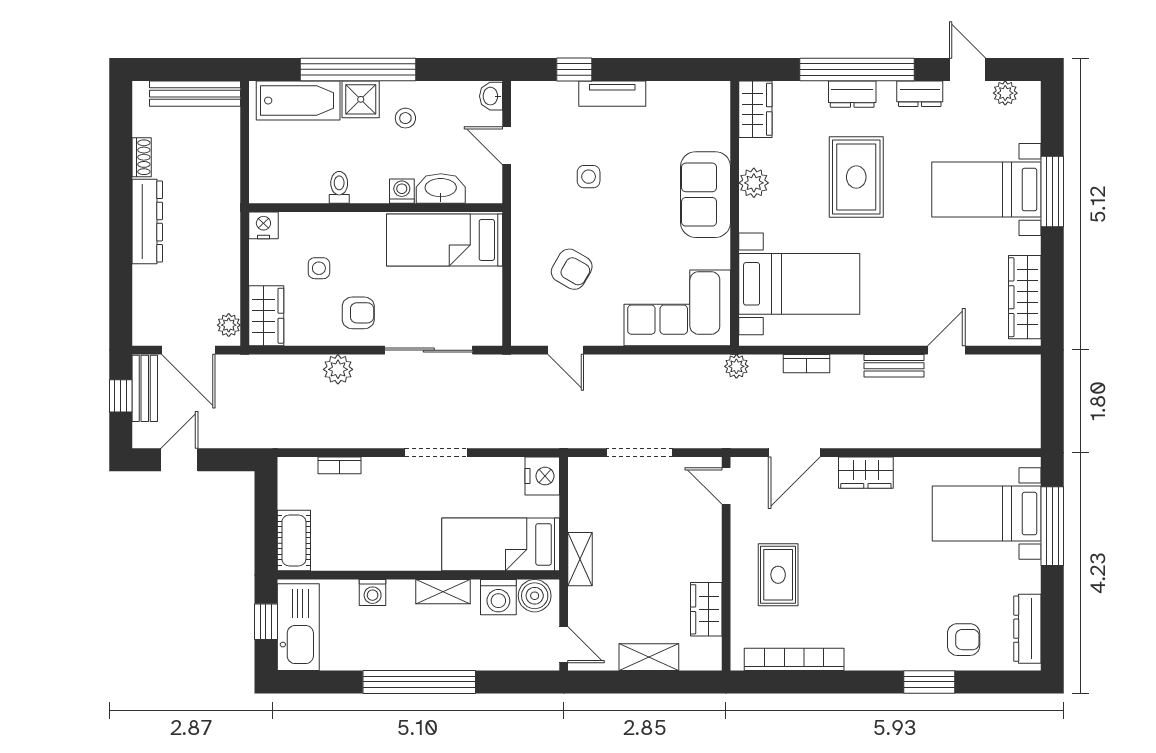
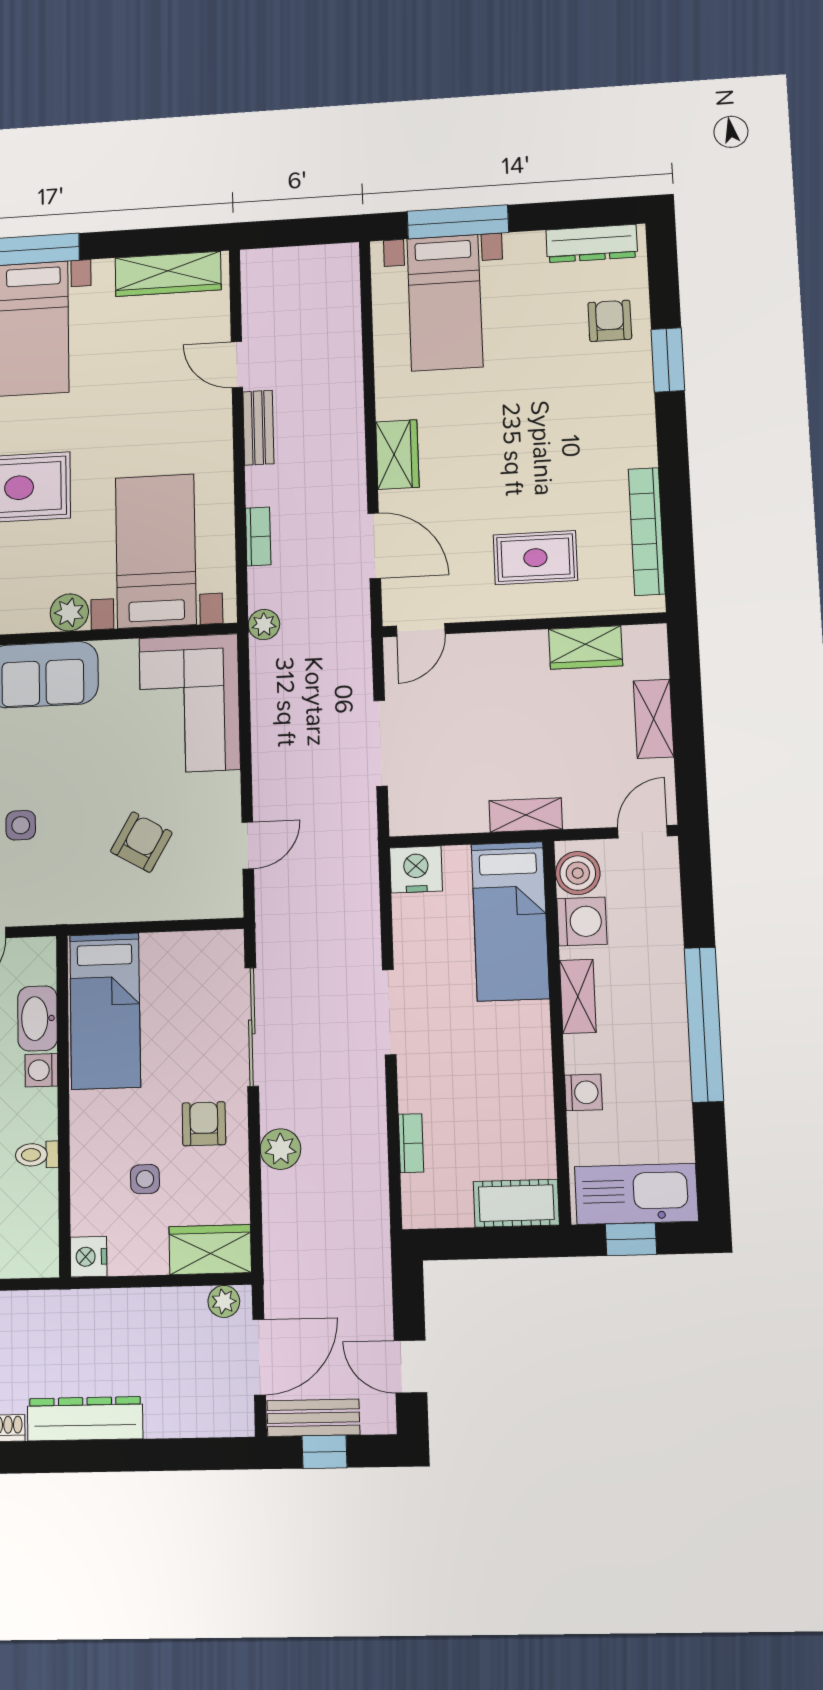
plant: (754, 183) -> (69, 612), moved

